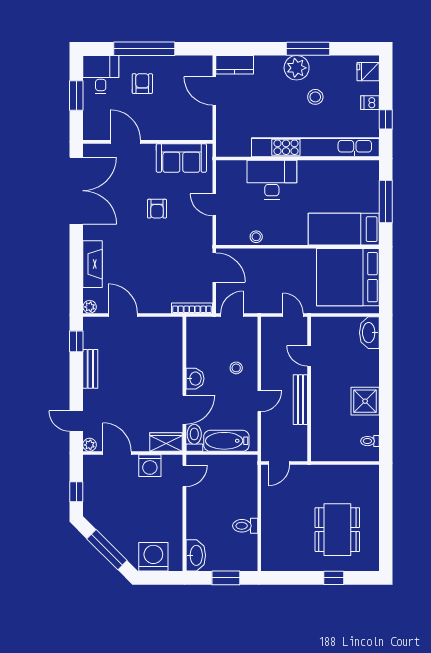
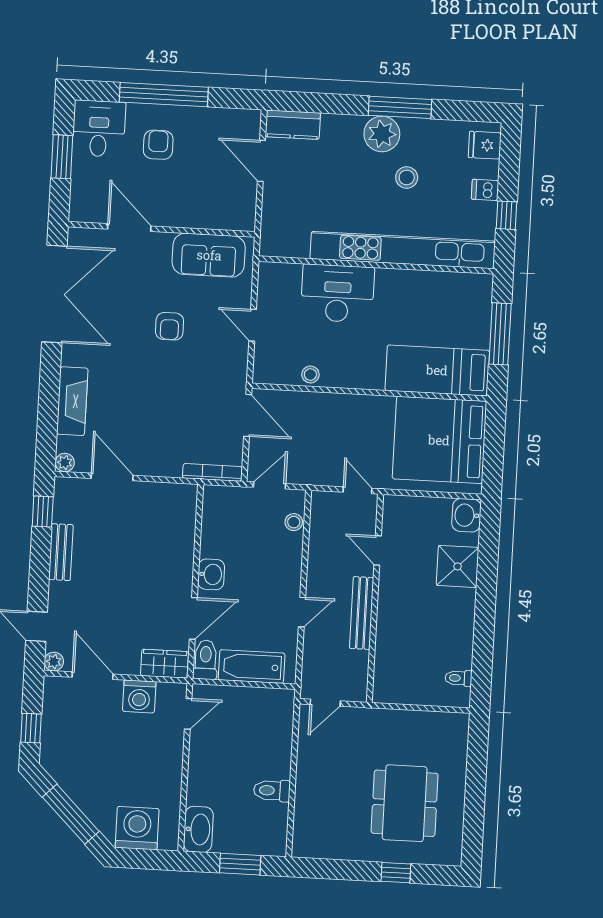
washbasin: (369, 333) -> (466, 515), width x0.72
stool: (236, 368) -> (294, 522), moved
shower: (365, 401) -> (458, 566), moved

